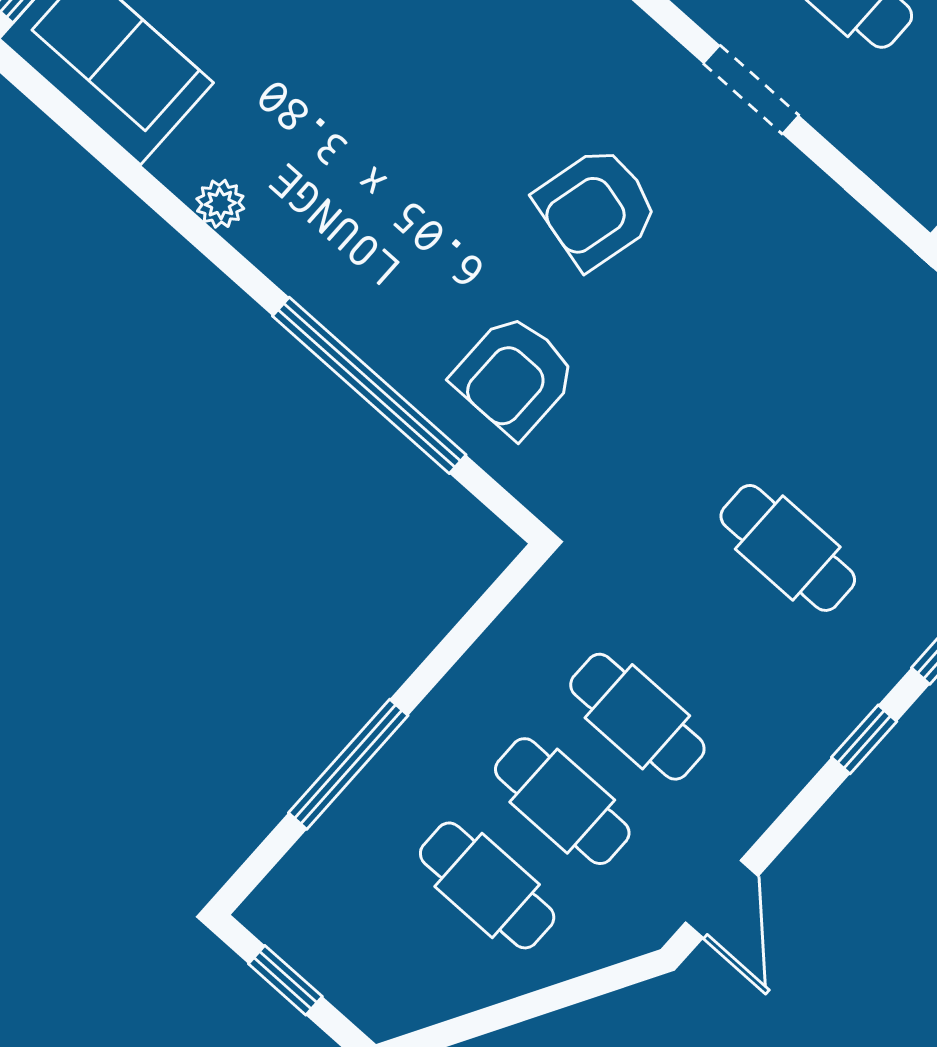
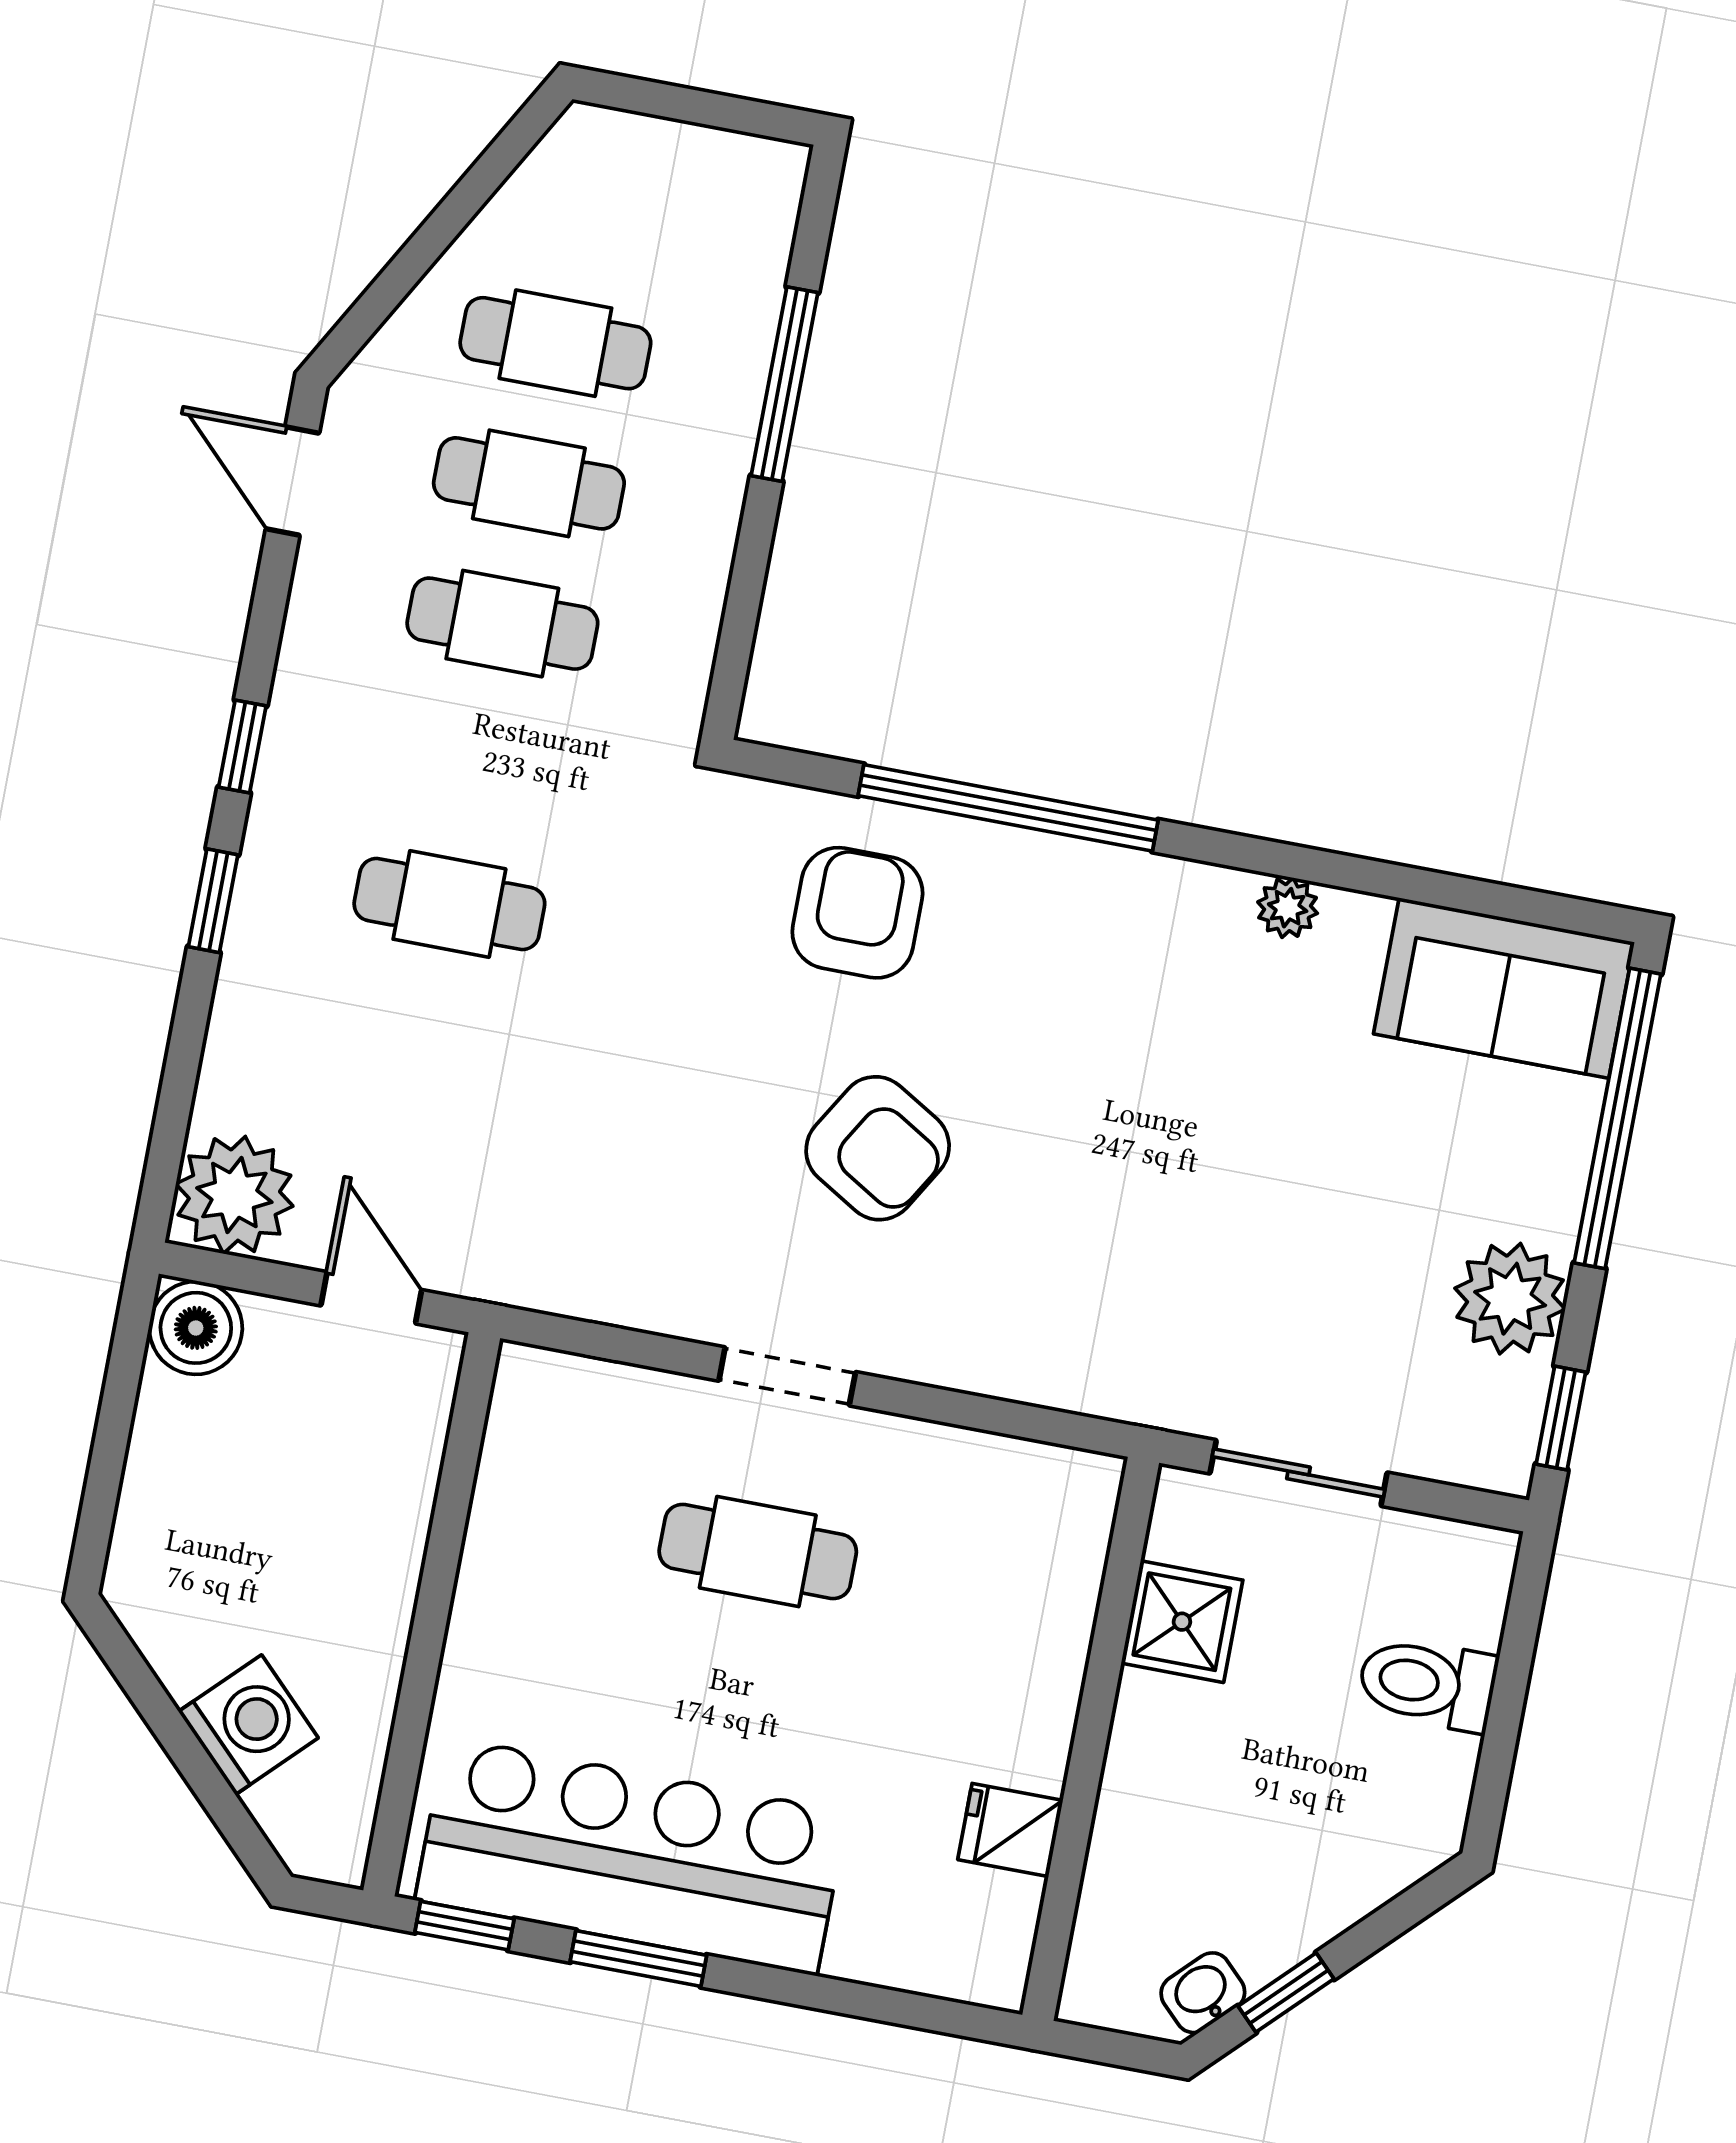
armchair: (597, 208) -> (878, 1148), turned 107
window: (285, 980) -> (712, 109), removed

